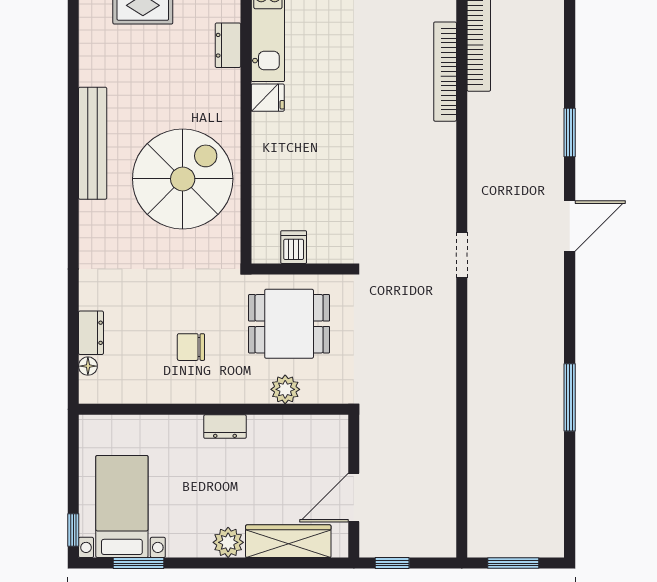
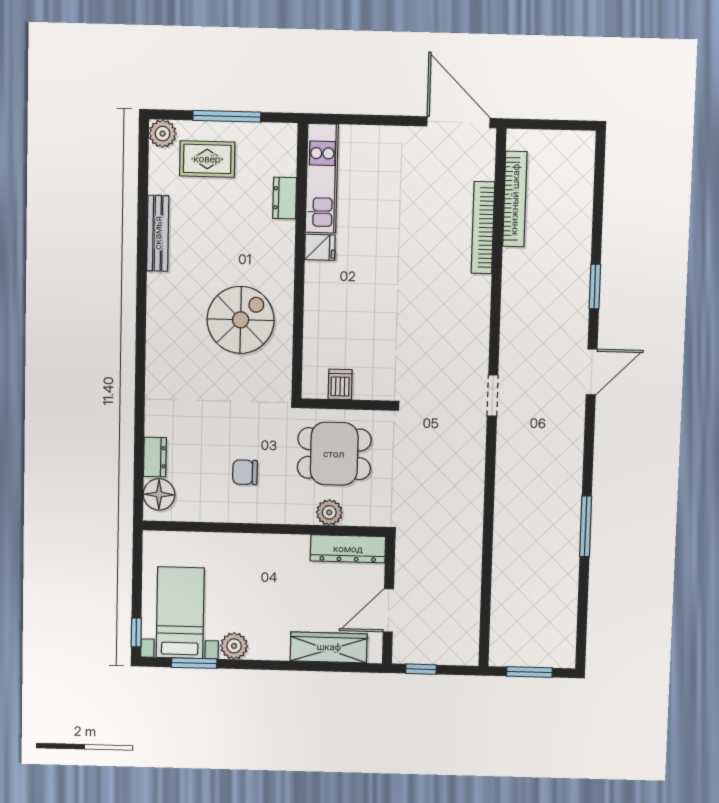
bench: (93, 143) -> (158, 233), moved, width x0.73, depth x0.82
spiral stairs: (183, 179) -> (241, 320), width x0.73, depth x0.73
floor lamp: (88, 366) -> (159, 494), width x1.89, depth x1.89
dresser: (225, 427) -> (348, 549), moved, width x1.96, depth x1.24
plant: (228, 542) -> (234, 646), moved

